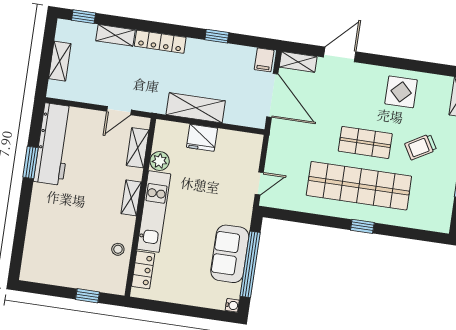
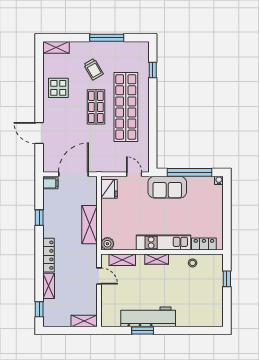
shelving: (60, 61) -> (84, 321), moved
shelving: (298, 62) -> (48, 160), removed
fridge: (202, 138) -> (109, 189), moved
workbench: (53, 144) -> (148, 317), moved
plant: (160, 161) -> (107, 244), moved
window: (362, 226) -> (153, 70), moved
sofa: (230, 254) -> (167, 187), moved

